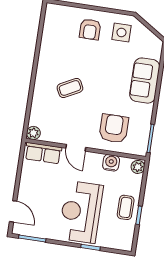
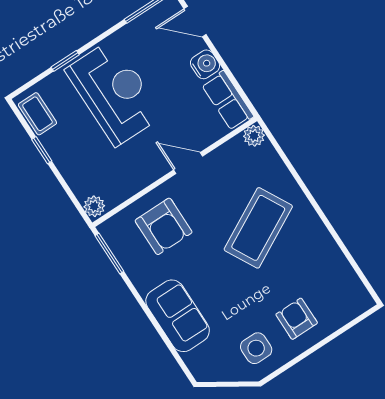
coffee table: (70, 88) -> (258, 228), width x1.86, depth x1.72
row of seats: (43, 153) -> (228, 101), moved, turned -90
water cooler: (111, 163) -> (205, 64), moved, turned -90
coffee table: (126, 207) -> (37, 114), moved

